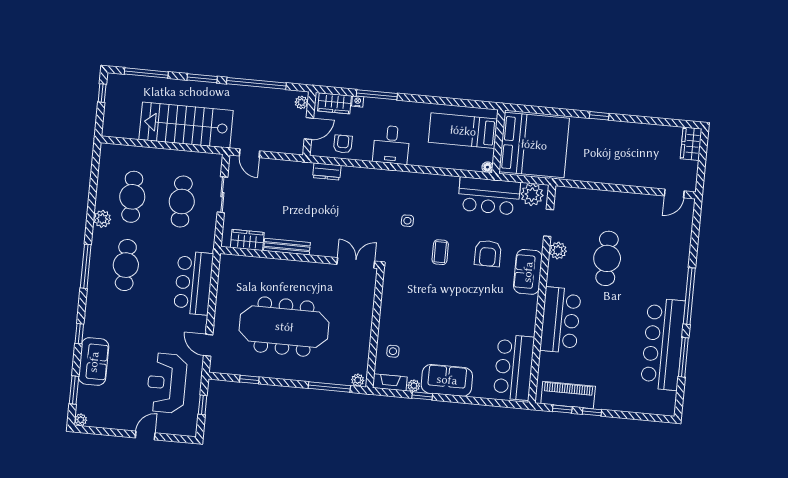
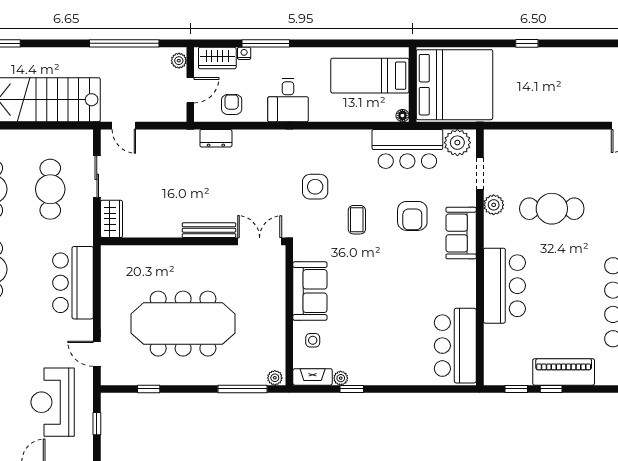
window: (202, 78) -> (60, 43), removed
side table: (407, 221) -> (315, 187), width x1.87, depth x1.87
wardrobe: (247, 240) -> (111, 219), moved, turned 90
bench: (287, 247) -> (209, 230), moved
cafe table: (607, 258) -> (552, 209), turned 90
sofa: (447, 380) -> (310, 291), moved, turned 90
piano: (568, 395) -> (564, 372), moved

